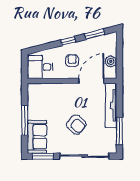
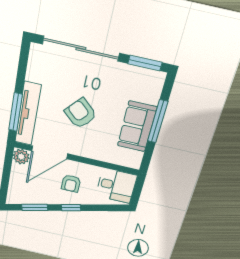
plant: (111, 61) -> (21, 157), moved
armchair: (76, 124) -> (81, 113), moved
window: (119, 131) -> (16, 112), moved
sofa: (37, 137) -> (137, 127), moved

